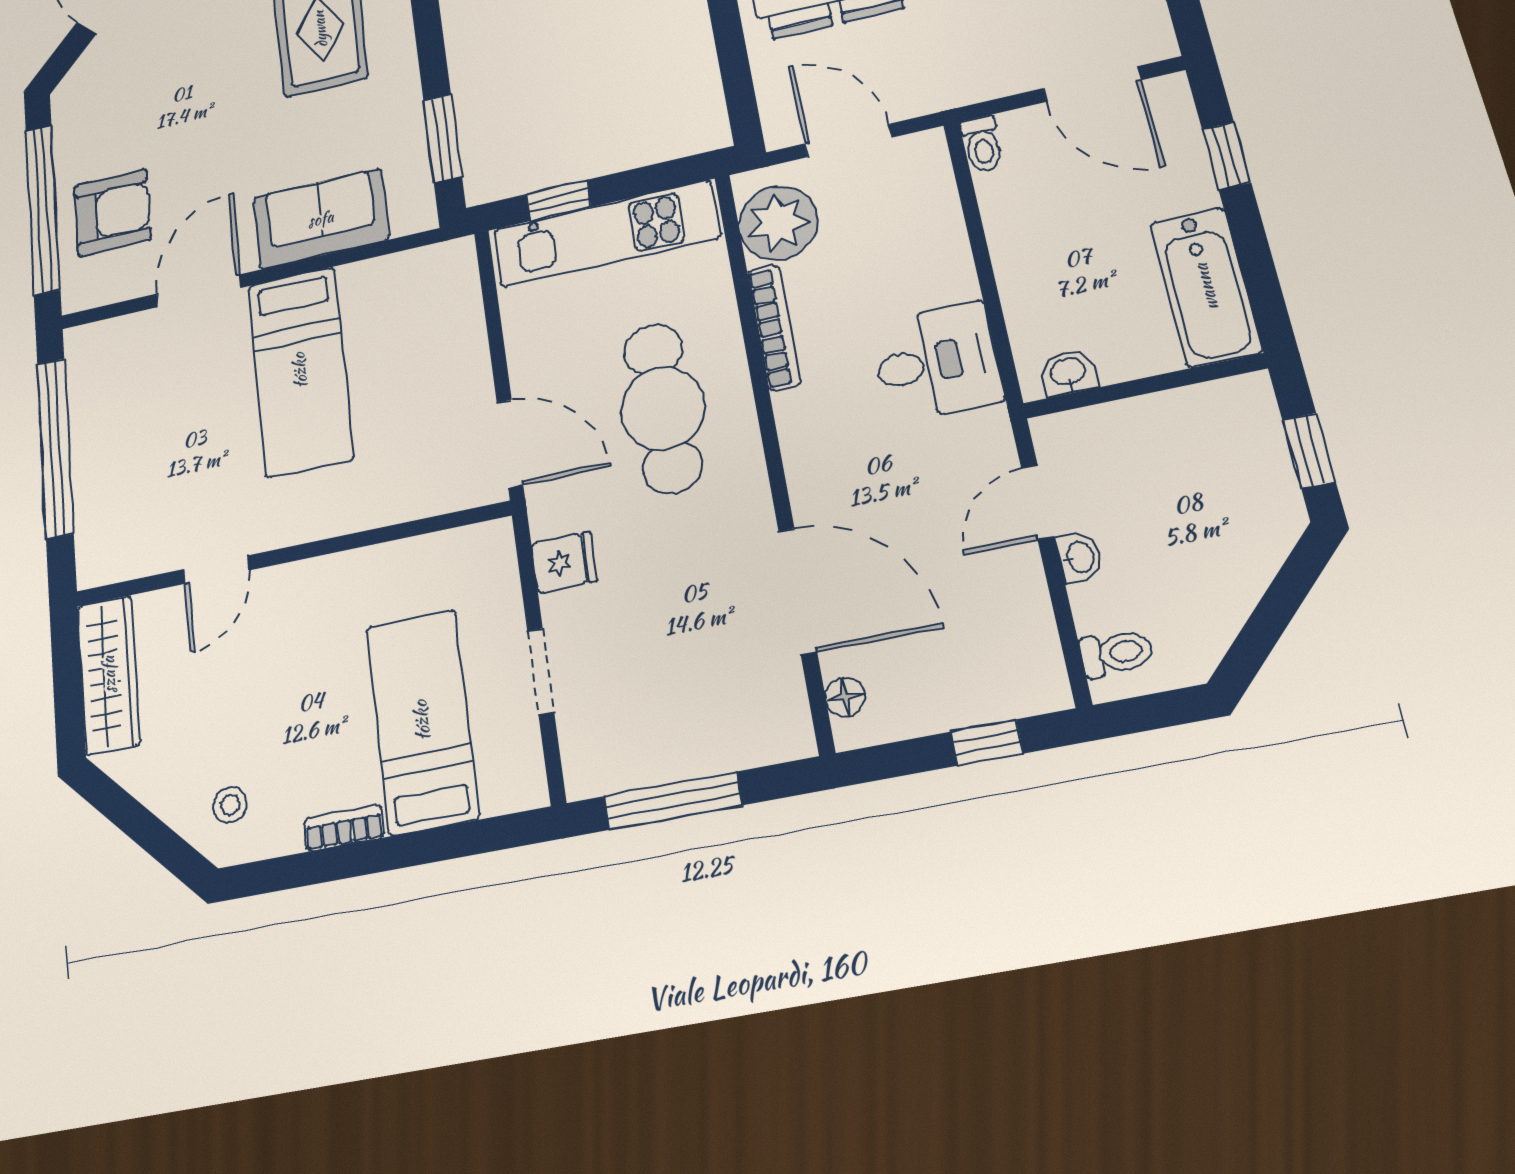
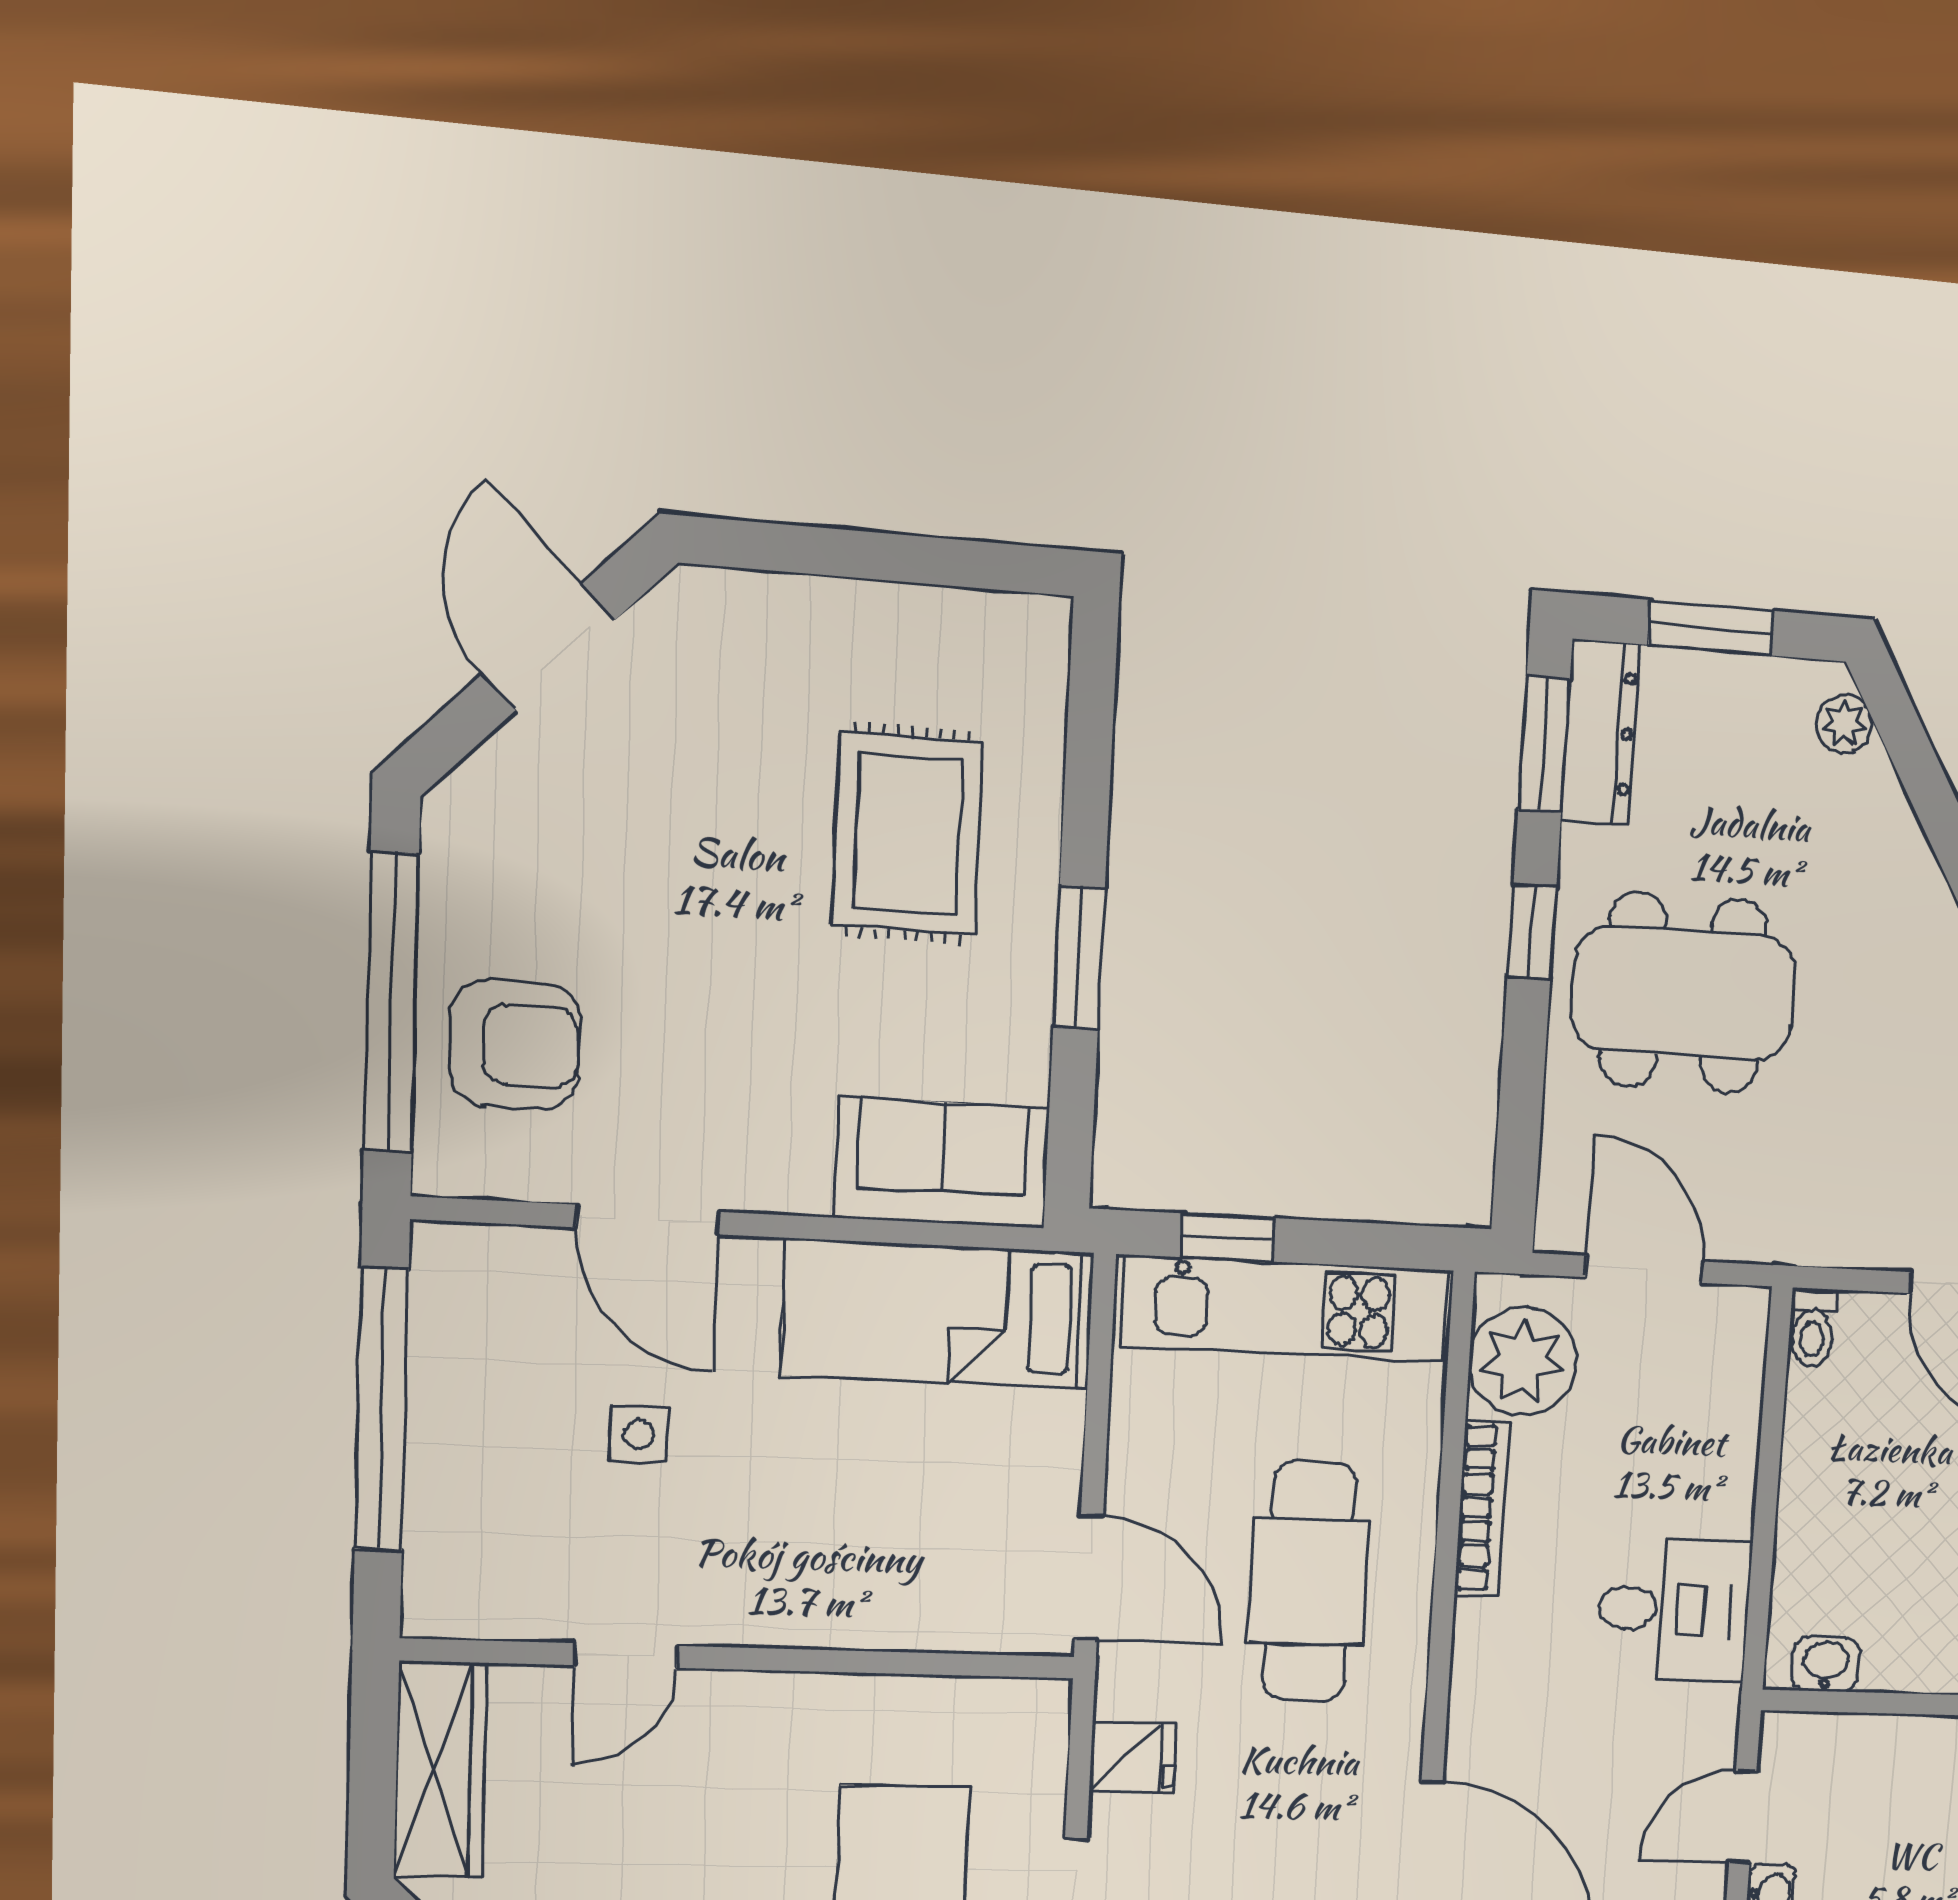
window: (443, 138) -> (1079, 958), moved
sofa: (321, 219) -> (942, 1163), moved
door: (199, 291) -> (648, 1220), swing flipped
bed: (300, 371) -> (938, 1314), moved, turned 90
side table: (208, 423) -> (639, 1434), added

